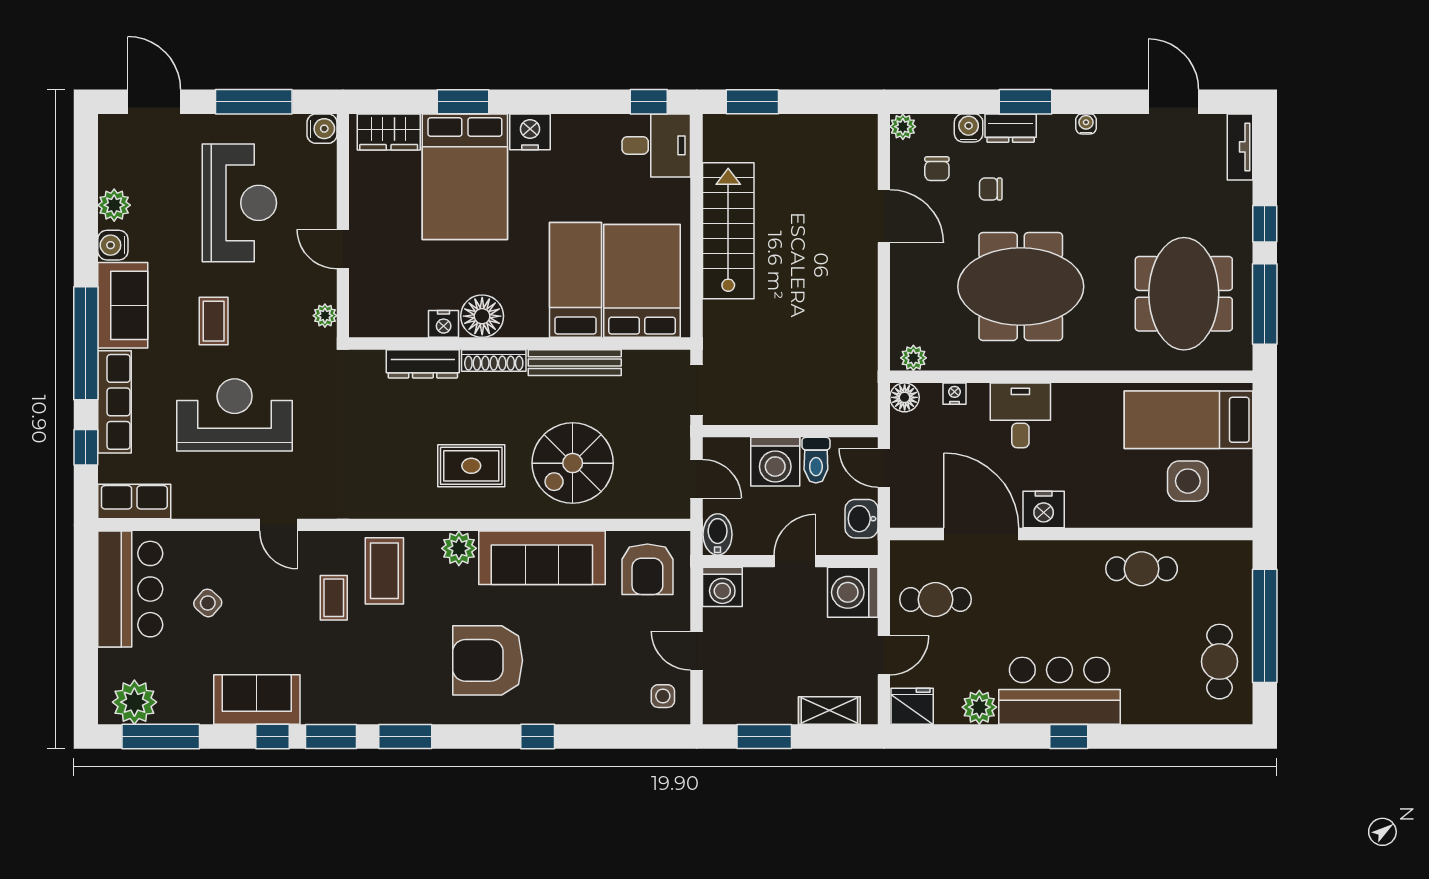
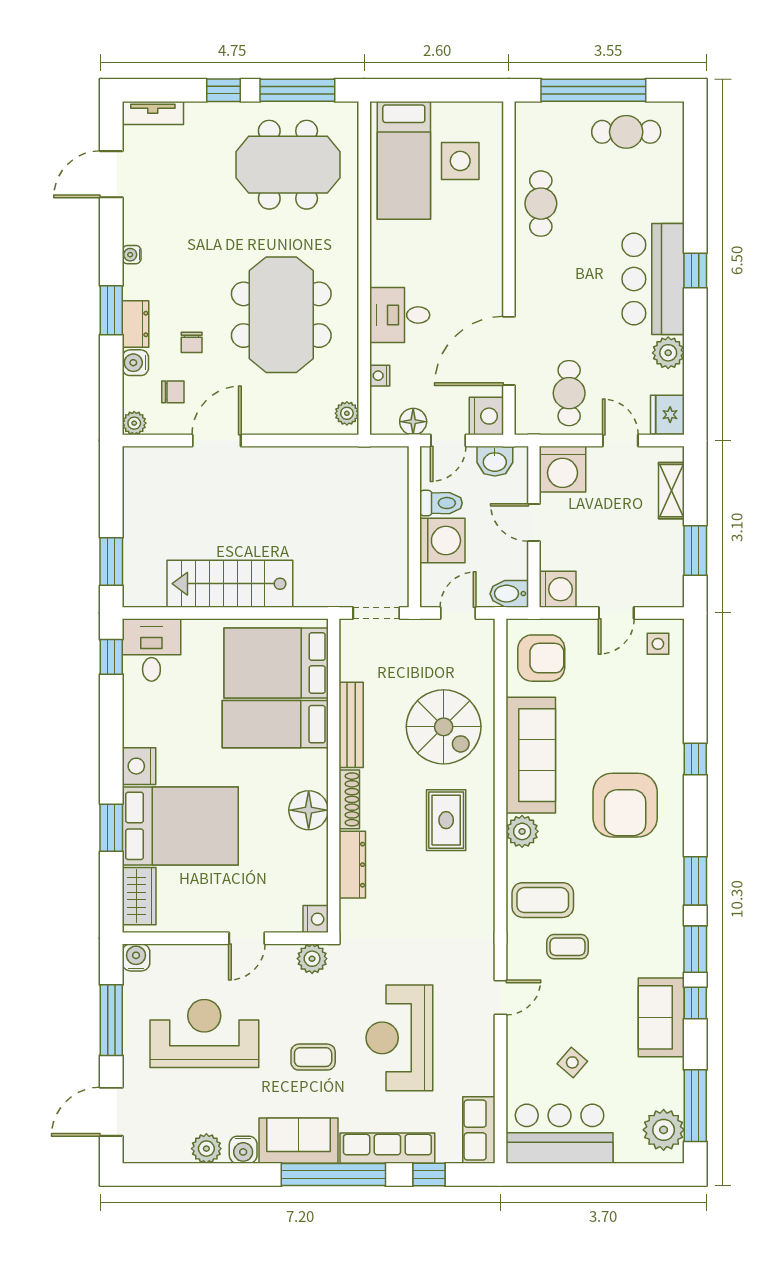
plant: (325, 316) -> (312, 959), width x1.38, depth x1.38
nightstand: (444, 324) -> (316, 919), moved
floor lamp: (905, 397) -> (413, 422), moved
nightstand: (1044, 509) -> (486, 416), moved

